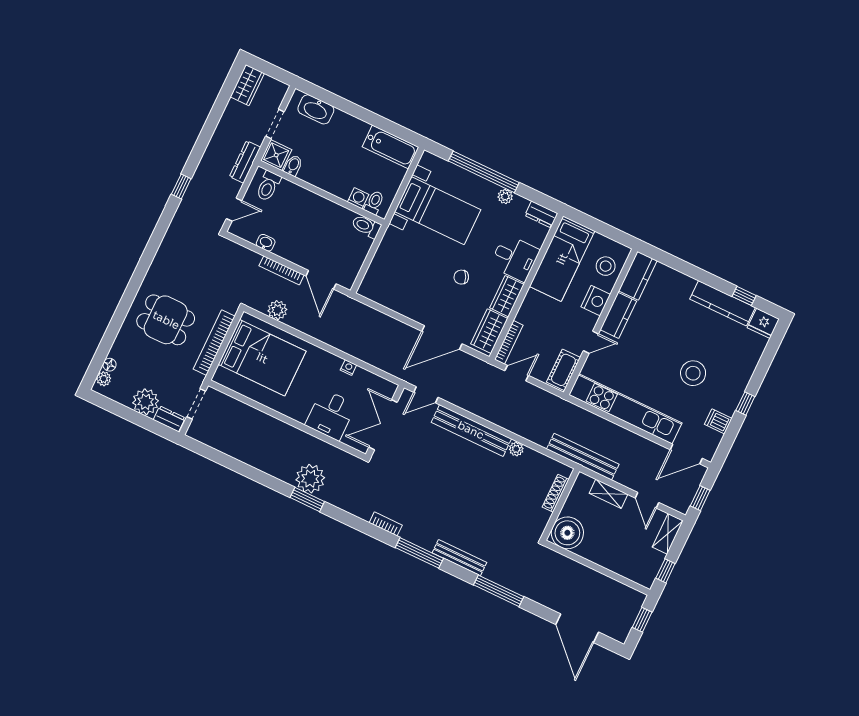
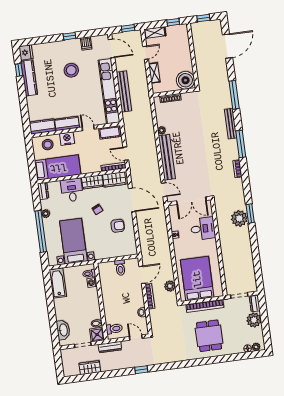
wardrobe: (247, 85) -> (90, 368), moved
toilet: (366, 226) -> (120, 268), moved
armchair: (418, 291) -> (118, 226), added
bench: (583, 457) -> (124, 91), moved

